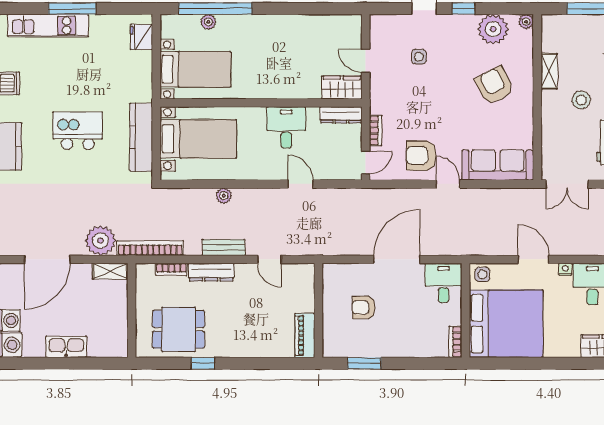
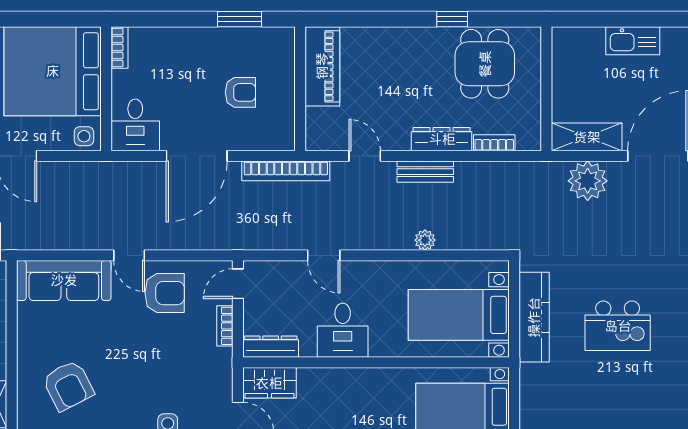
bookcase: (150, 248) -> (286, 171), moved
shelving: (110, 271) -> (587, 137), width x1.50, depth x1.33
dining table: (178, 329) -> (485, 64), turned 90
piano: (305, 335) -> (322, 66), width x1.37, depth x1.33

